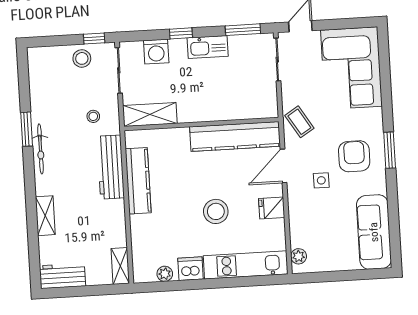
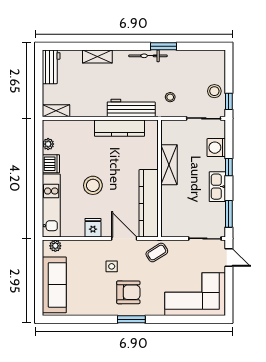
shelving: (150, 115) -> (169, 165), moved
sofa: (374, 232) -> (54, 285), moved, turned 90

